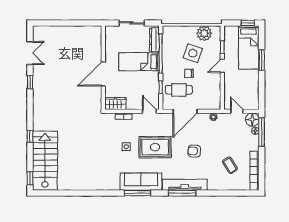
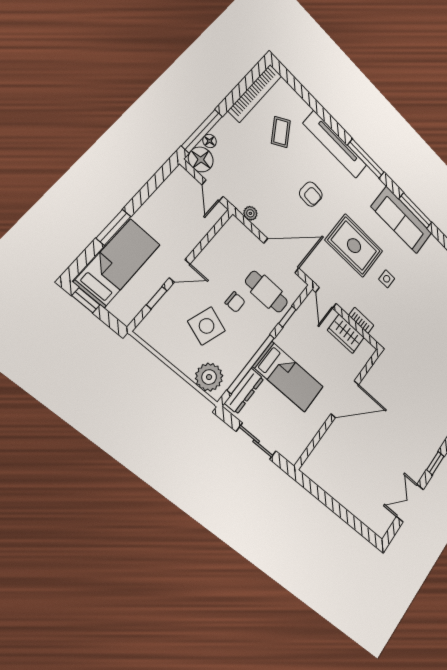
plant: (204, 33) -> (209, 377), moved
wardrobe: (115, 104) -> (346, 334), moved
tv unit: (185, 185) -> (335, 145), moved

